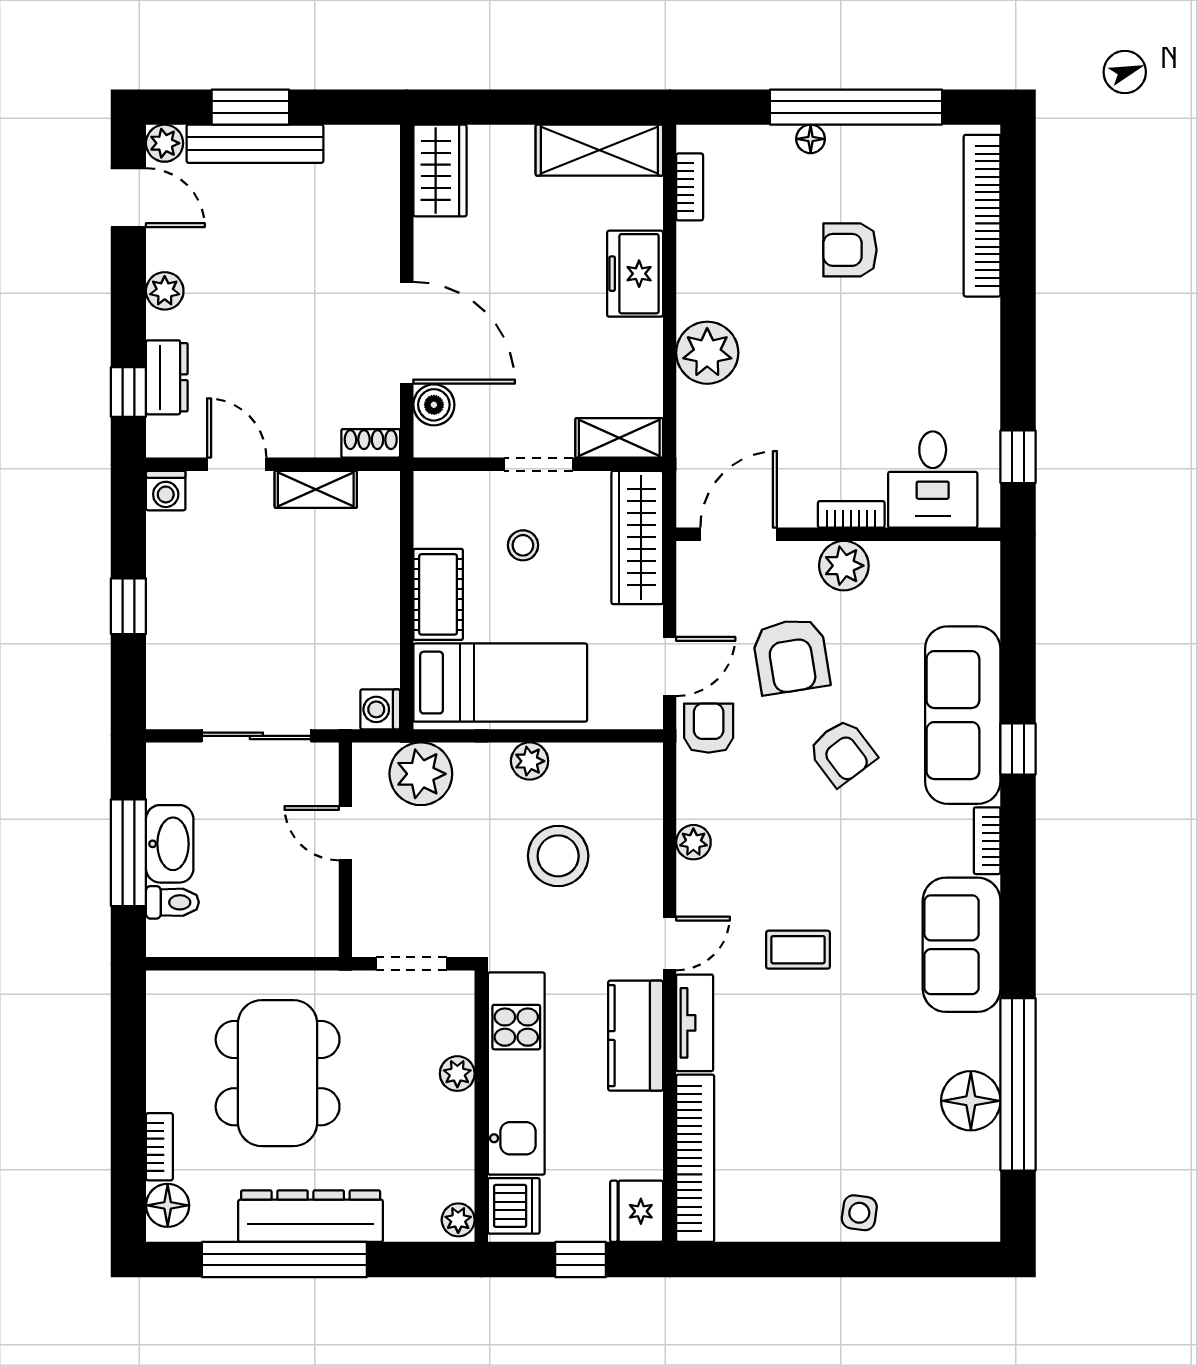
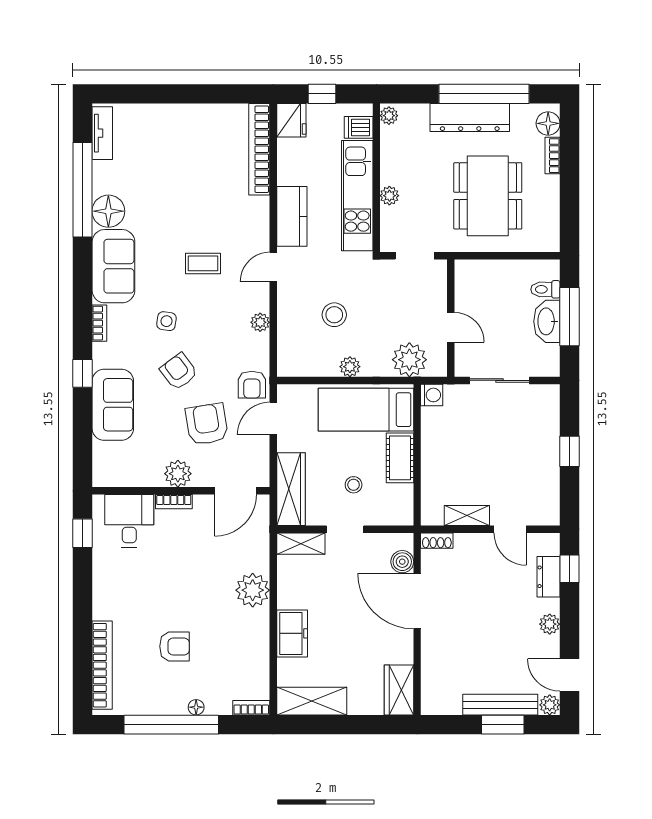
bookcase: (690, 187) -> (251, 708), moved, turned 90
washing machine: (166, 491) -> (549, 515), removed
sofa: (963, 715) -> (113, 405), width x0.73
stool: (558, 856) -> (334, 315), width x0.73, depth x0.73
tv unit: (695, 1023) -> (102, 133), moved, turned 180
floor lamp: (971, 1101) -> (108, 211), moved
dishwasher: (514, 1206) -> (359, 127), width x0.73
side table: (859, 1213) -> (166, 321), moved

